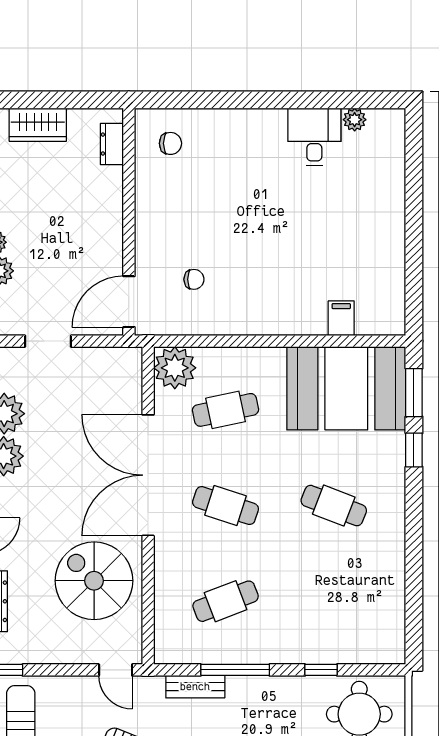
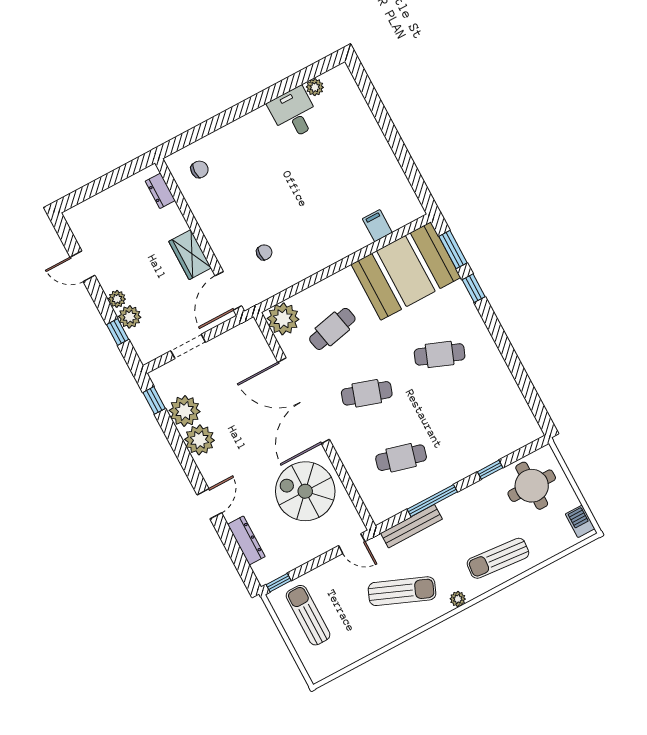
wardrobe: (38, 125) -> (190, 255), moved, turned 90
cafe table: (226, 601) -> (401, 458), turned 36
bench: (195, 687) -> (412, 526), width x1.36

